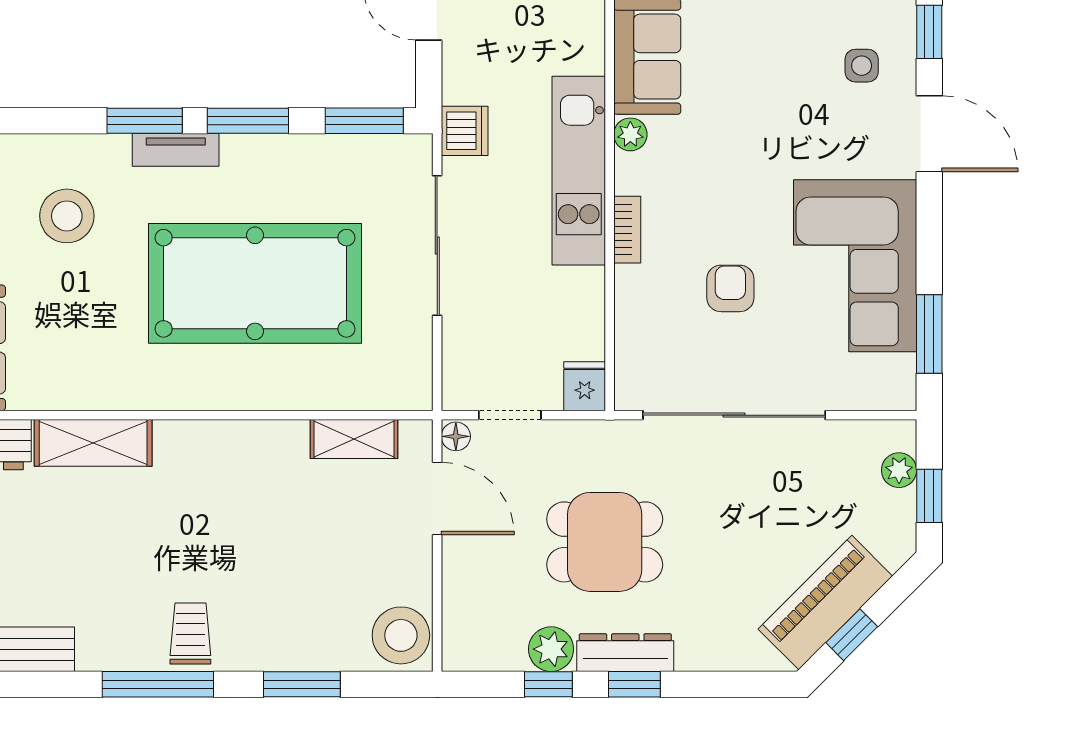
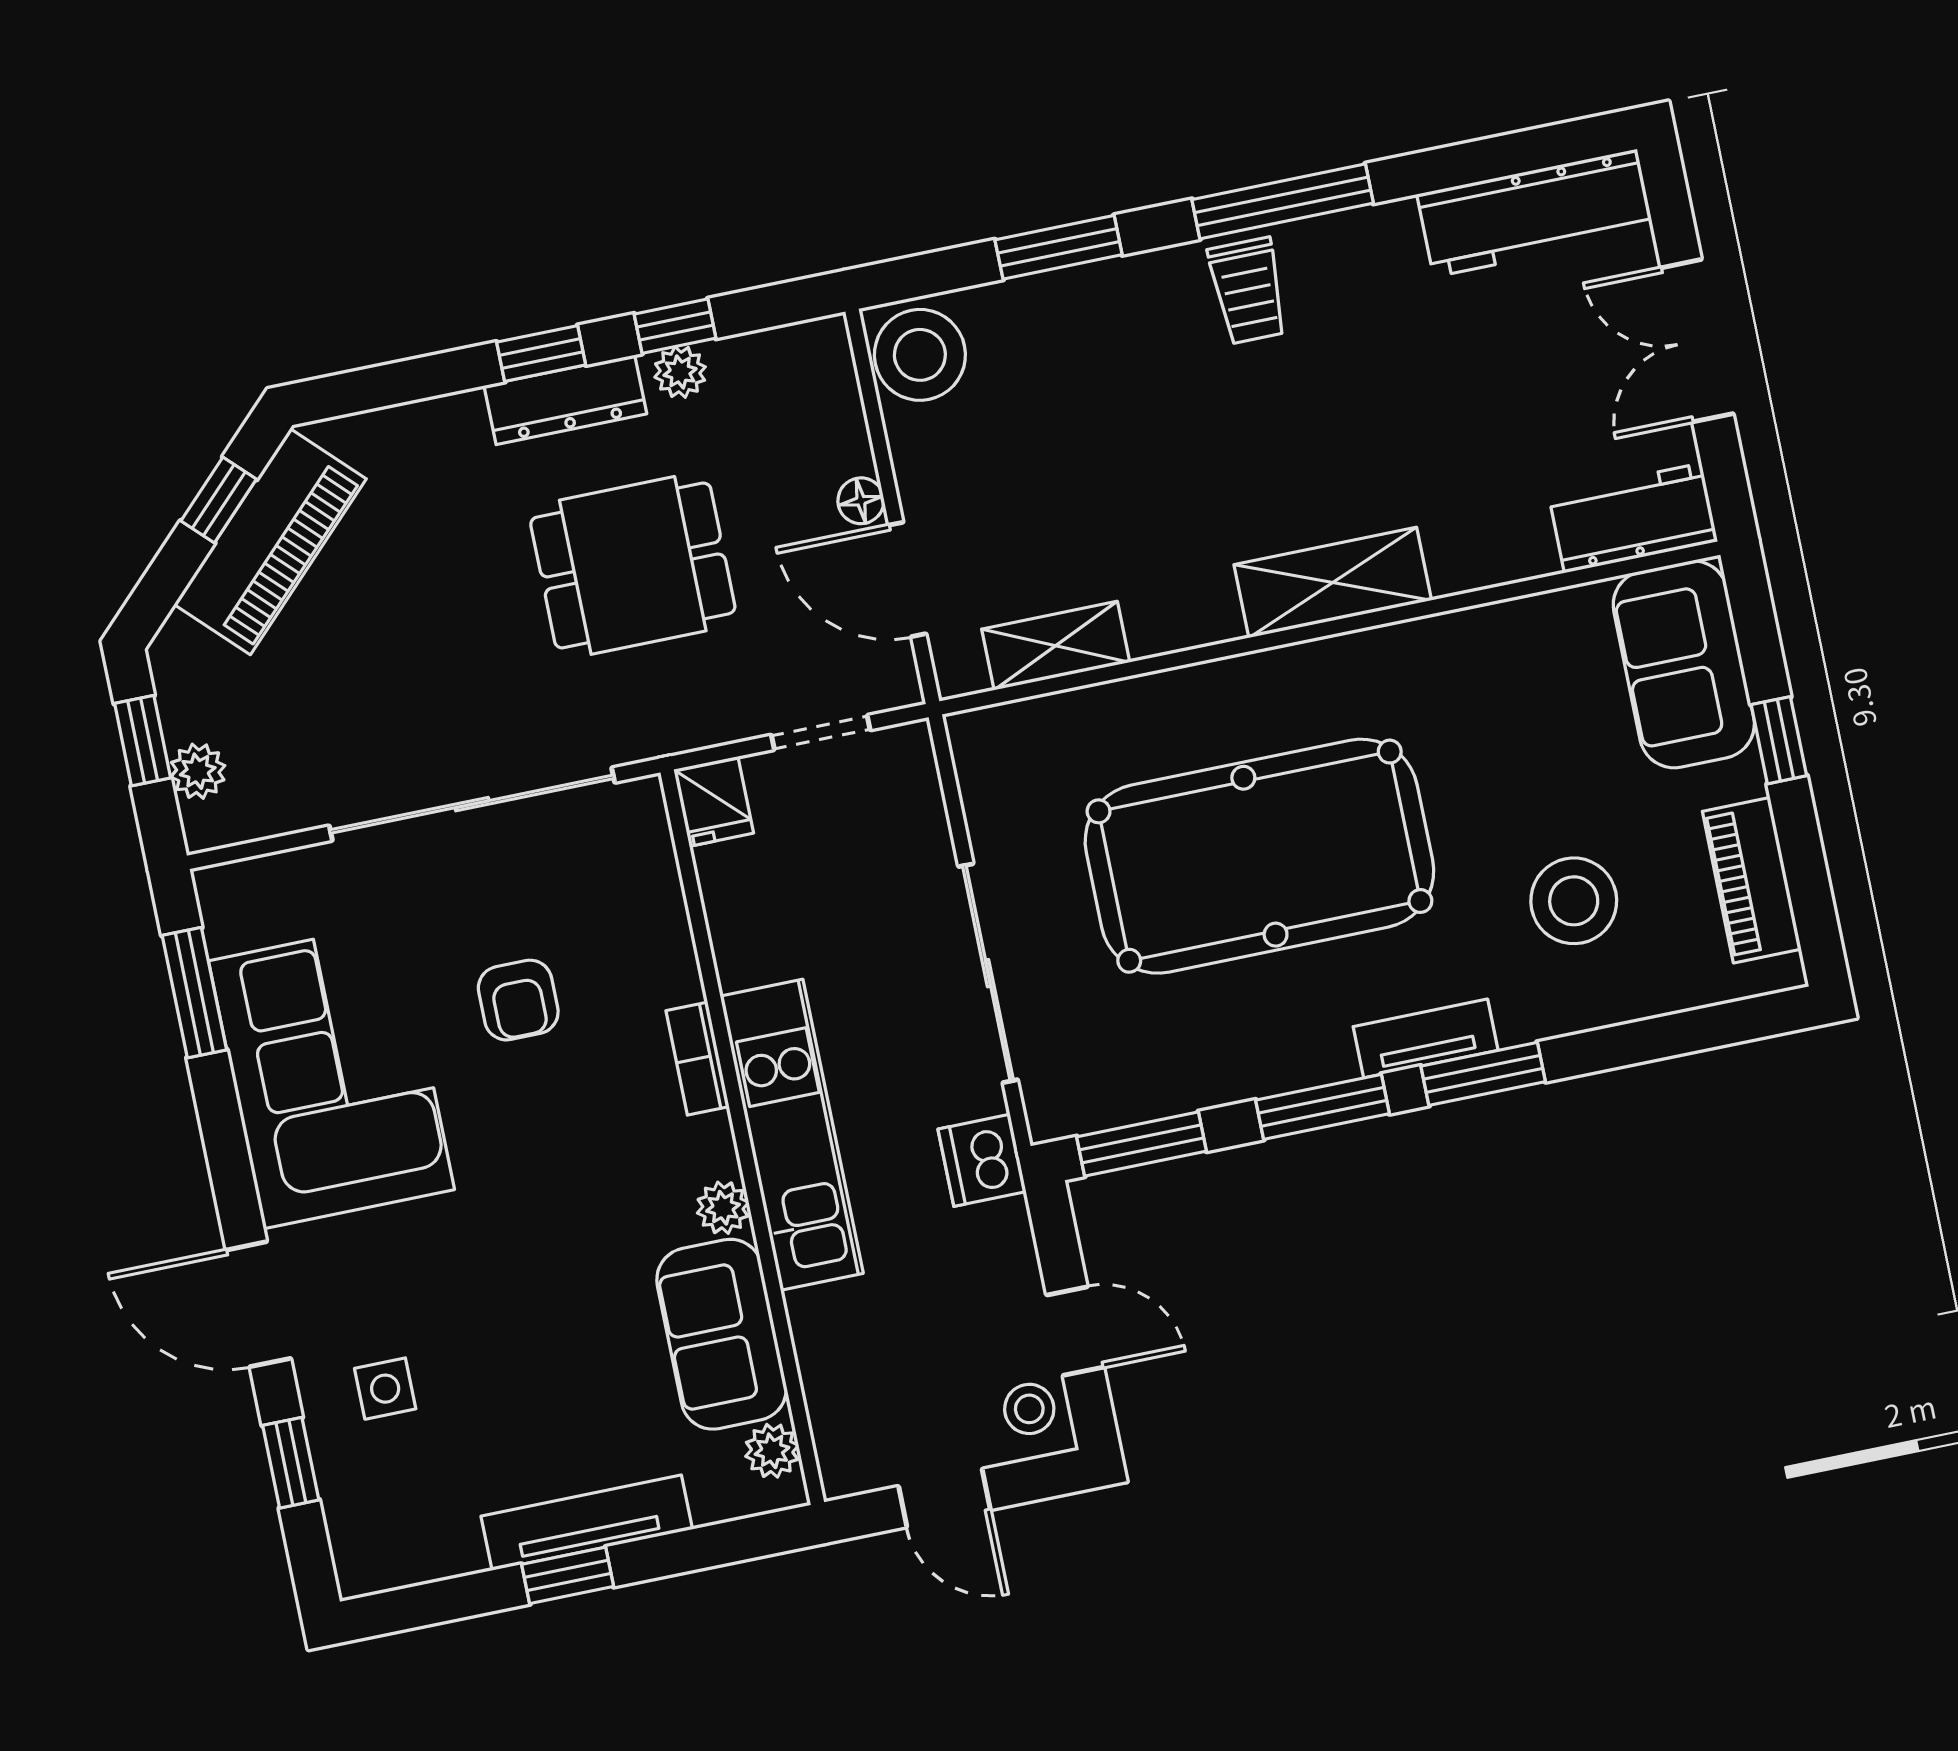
floor lamp: (456, 436) -> (861, 501), moved
shelving: (93, 443) -> (1333, 583), moved
plant: (551, 649) -> (680, 372), width x0.73, depth x0.73

